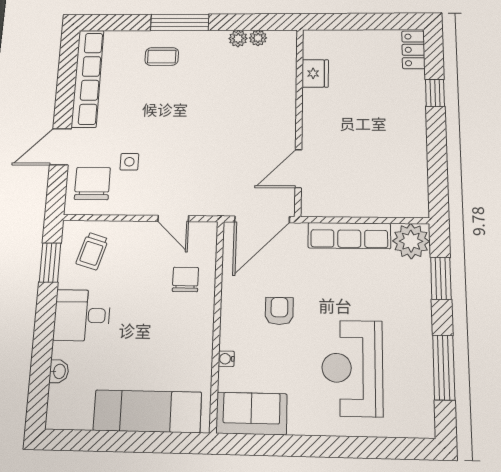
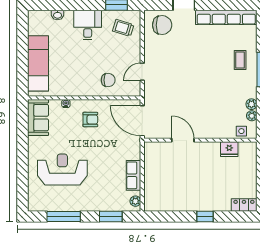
window: (435, 93) -> (205, 216), moved
side table: (129, 162) -> (241, 131), moved
door: (298, 169) -> (183, 140), moved
row of seats: (349, 236) -> (134, 175), width x0.68
plant: (411, 241) -> (135, 201), width x0.53, depth x0.53
armchair: (279, 311) -> (90, 119), moved

